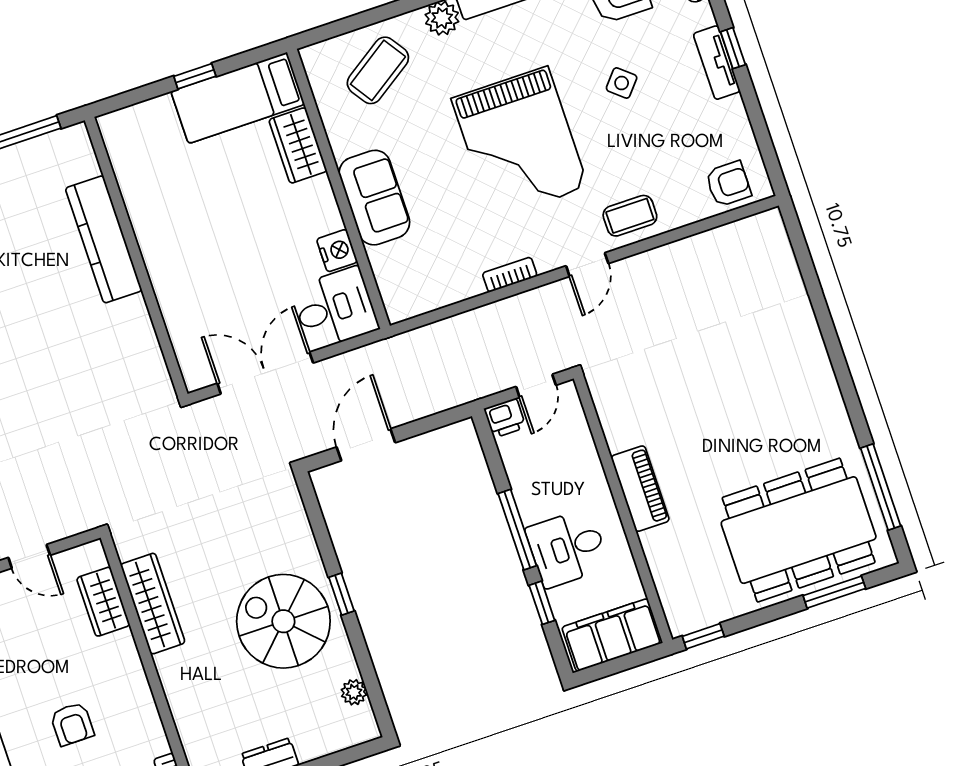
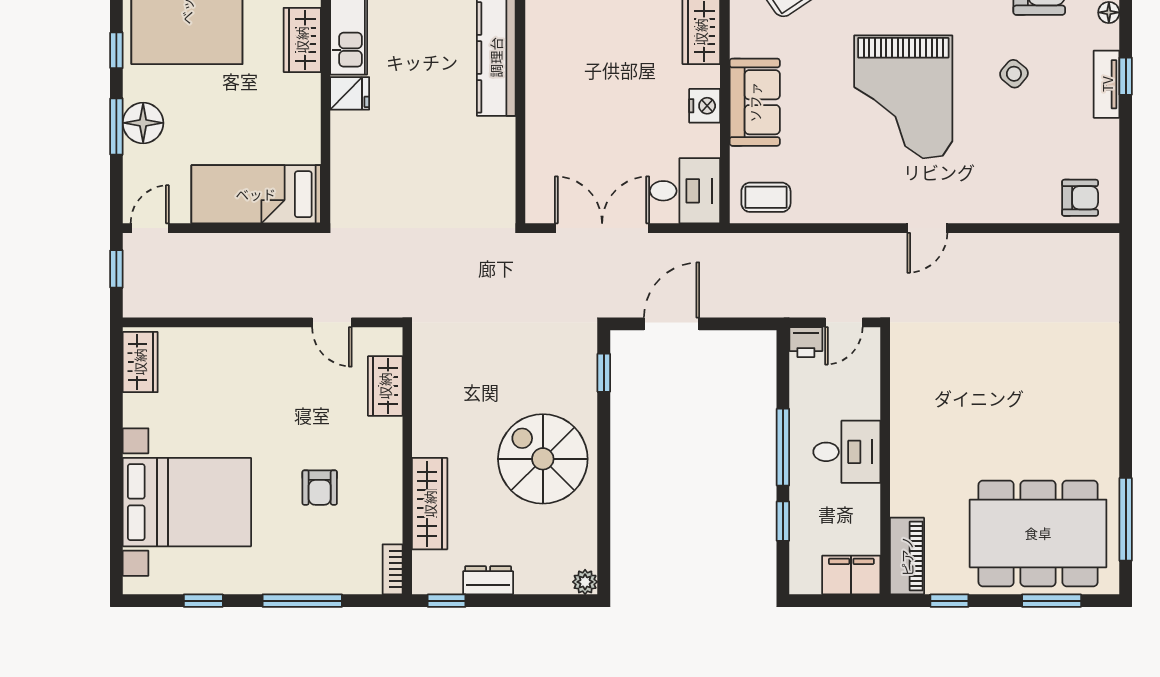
coffee table: (630, 216) -> (766, 197), moved
nightstand: (337, 251) -> (705, 106), moved
bookcase: (510, 275) -> (854, 213), removed
piano: (640, 489) -> (907, 556), moved
desk: (567, 548) -> (847, 452), moved, turned 180
window: (341, 594) -> (604, 373), moved
wardrobe: (153, 604) -> (430, 504), moved
filing cabinet: (612, 635) -> (851, 575), width x0.67, depth x0.86
window: (703, 636) -> (949, 601), moved
plant: (354, 692) -> (585, 582), moved

